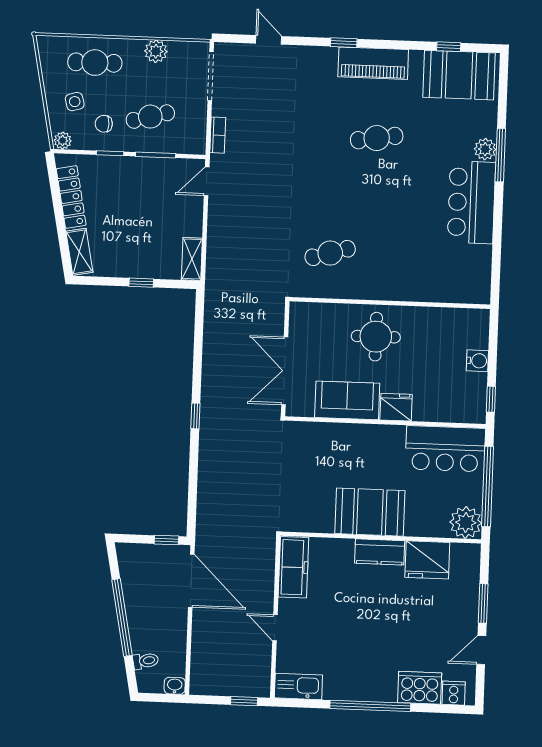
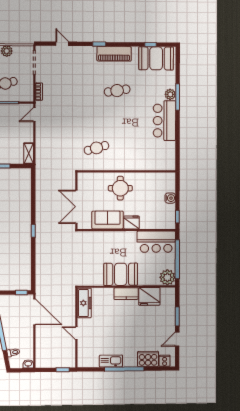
kitchen sink: (298, 686) -> (111, 361), moved

